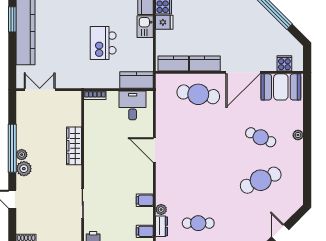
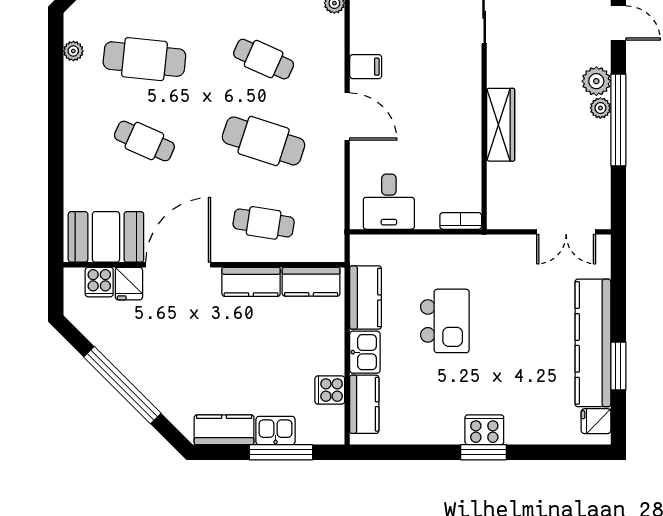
fridge: (164, 22) -> (129, 284), moved, turned -90
kitchen counter: (136, 80) -> (366, 298), moved, turned -90
cafe table: (198, 94) -> (264, 223), width x0.73, depth x0.74
plant: (298, 135) -> (73, 51), moved
cafe table: (198, 137) -> (264, 141), added
cafe table: (198, 180) -> (264, 59), added
cafe table: (261, 180) -> (144, 59), turned 30
filing cabinet: (145, 200) -> (366, 67), moved

